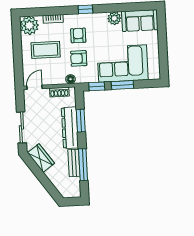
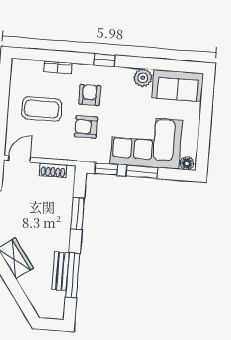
plant: (29, 25) -> (24, 72), removed
floor lamp: (71, 79) -> (187, 163), moved
dresser: (70, 128) -> (61, 221), removed

